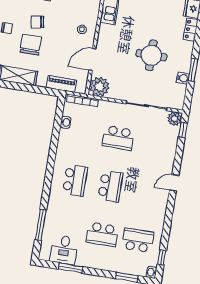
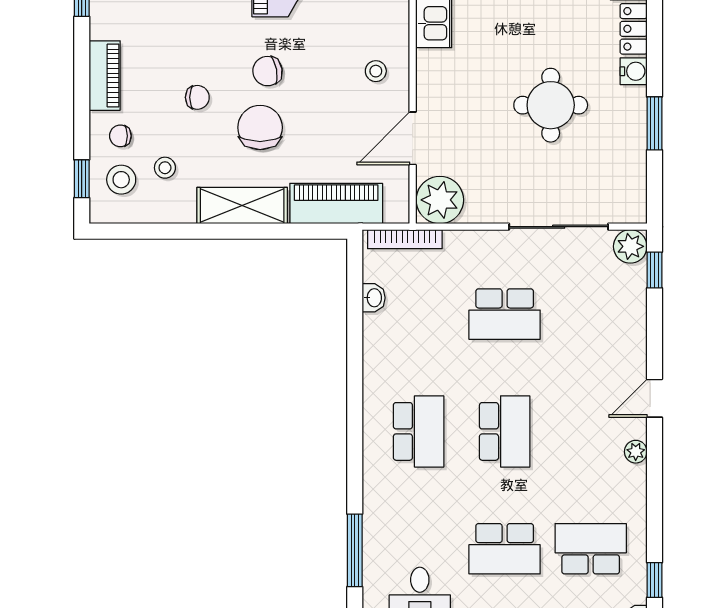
water cooler: (183, 78) -> (634, 71), moved
piano: (61, 84) -> (336, 204), width x1.37, depth x1.33
plant: (163, 203) -> (636, 452), added

